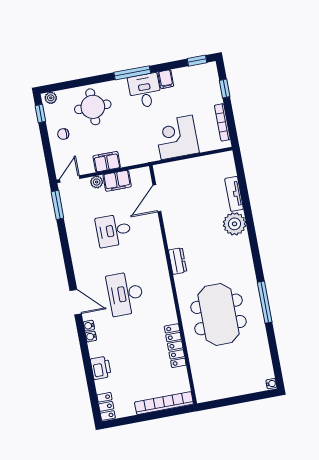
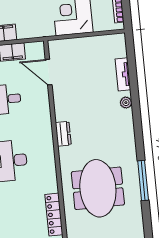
door: (157, 198) -> (49, 72), hinge flipped
plant: (235, 224) -> (126, 103), width x0.53, depth x0.53

